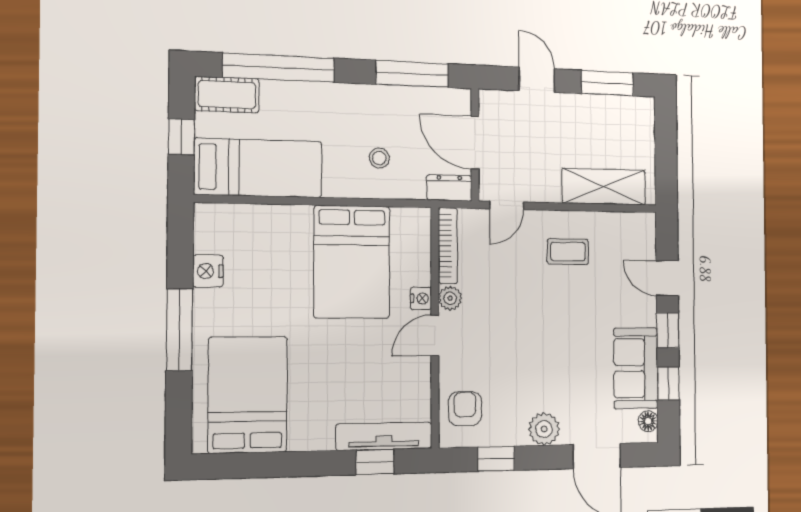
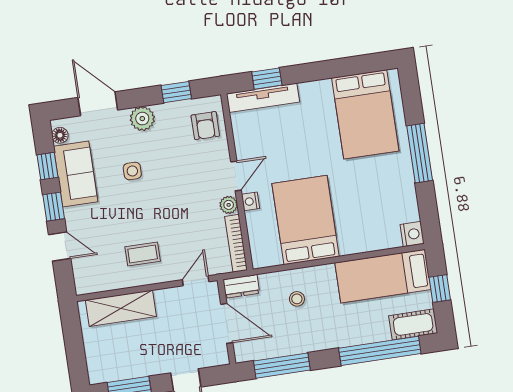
nightstand: (208, 271) -> (412, 234), moved
side table: (566, 362) -> (132, 171), added

